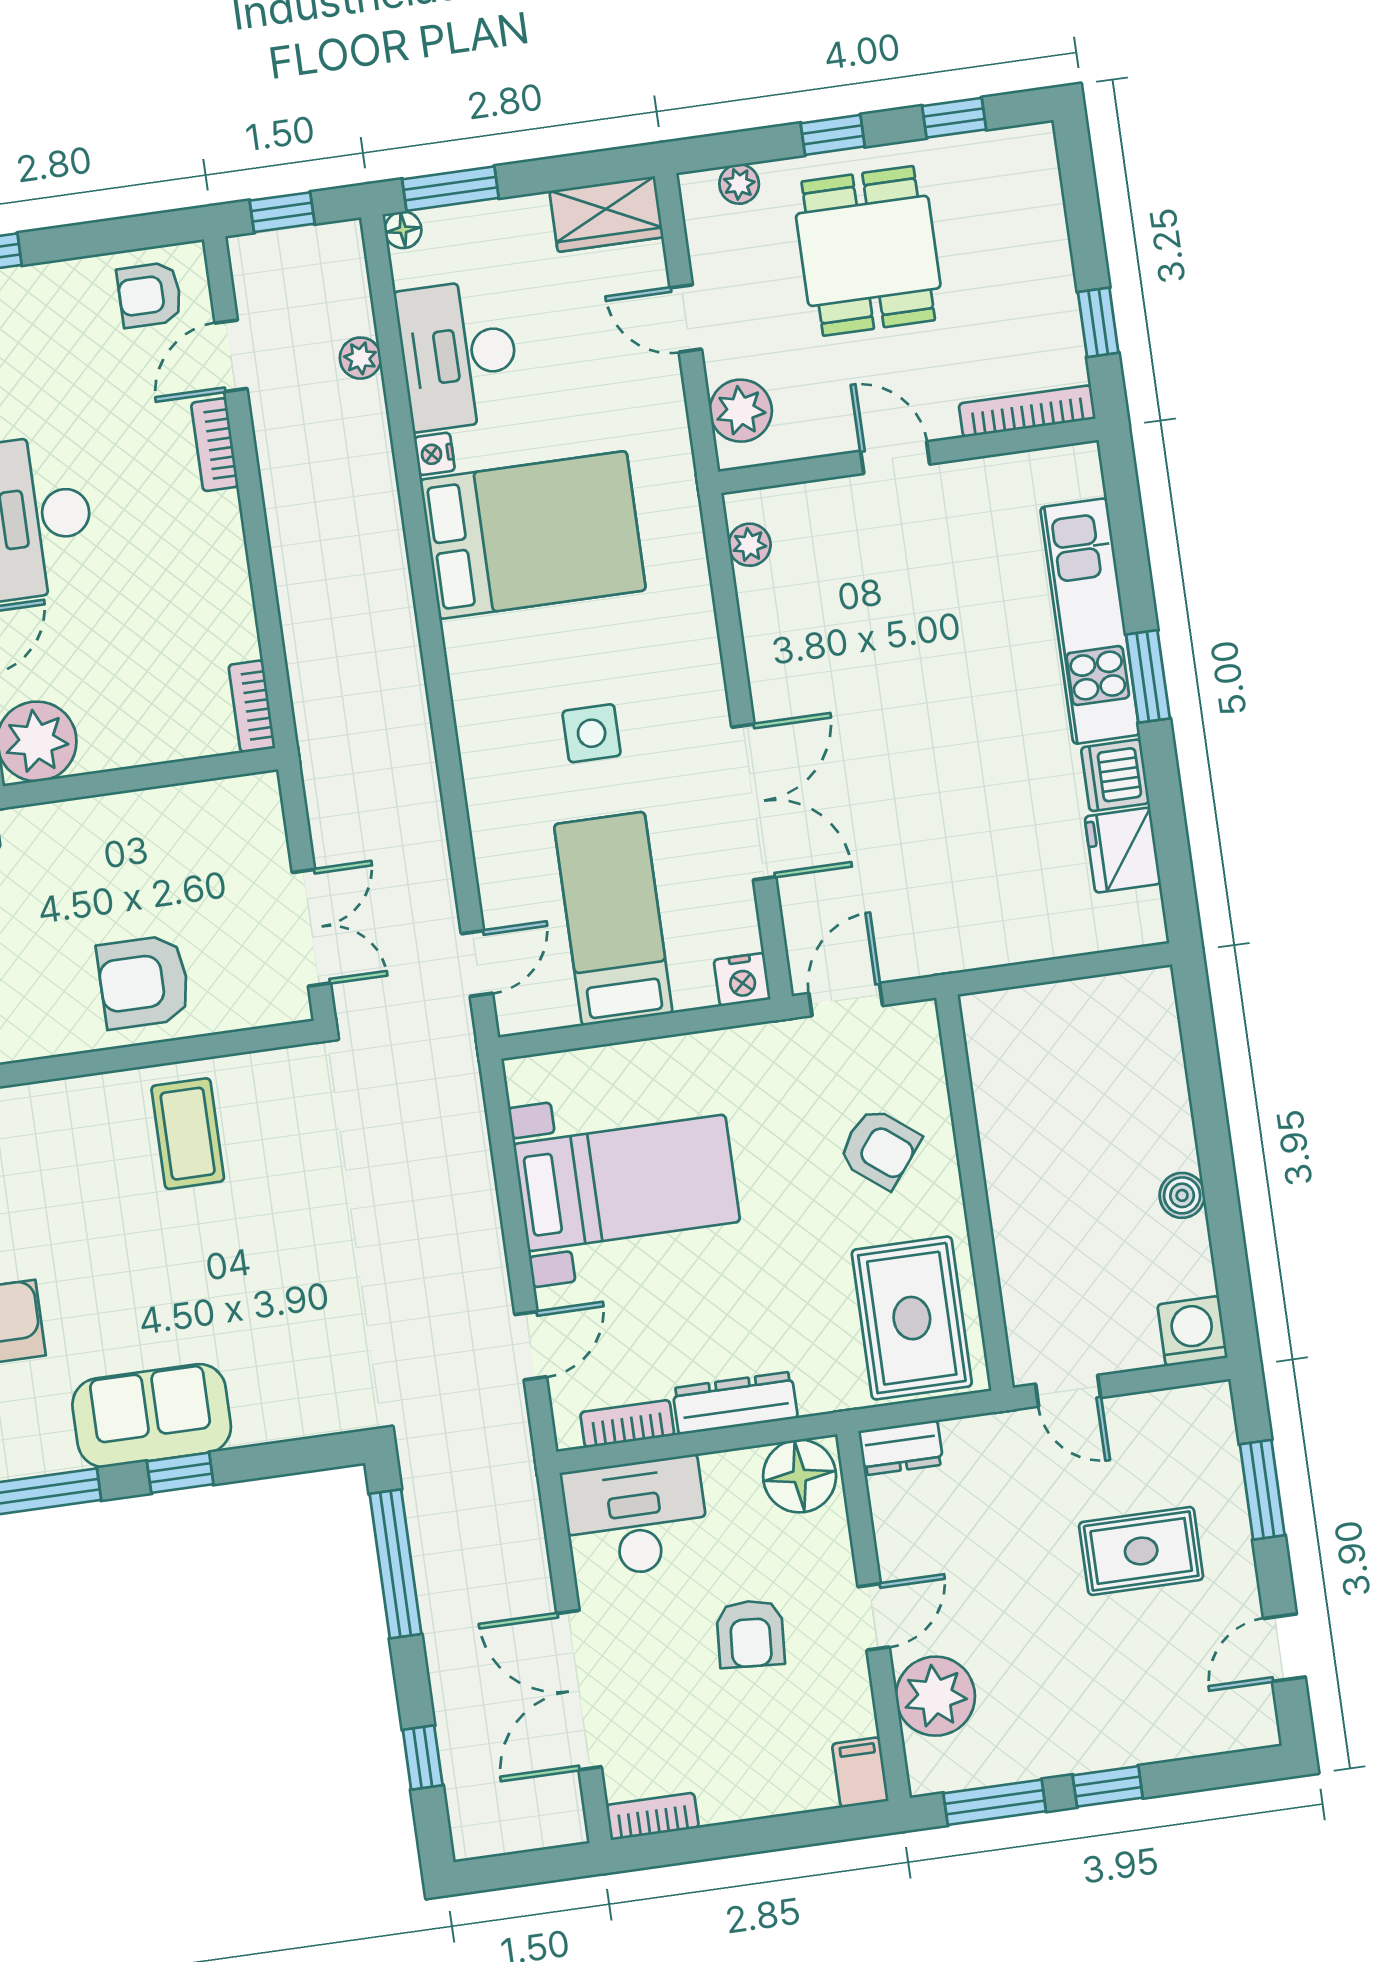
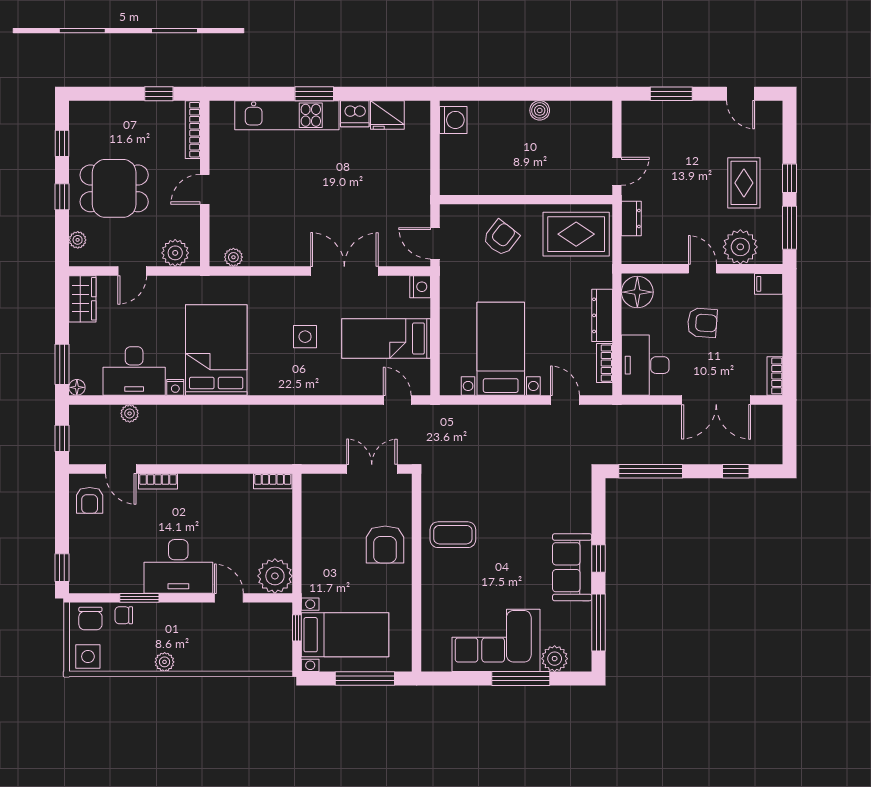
washing machine: (1192, 1331) -> (453, 120), moved, turned 180
dresser: (901, 1448) -> (631, 219), moved
rug: (1141, 1551) -> (744, 183), moved

